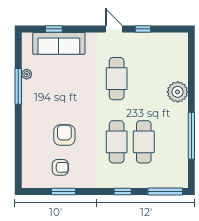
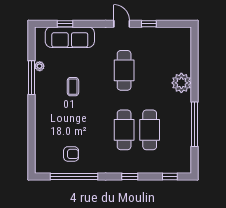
coffee table: (62, 96) -> (73, 87), added
armchair: (64, 135) -> (75, 123), removed
window: (63, 191) -> (74, 177), width x2.11
window: (165, 191) -> (170, 177), width x0.46

